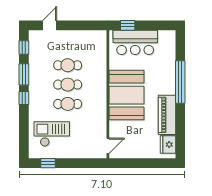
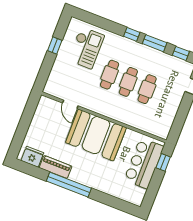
window: (180, 82) -> (69, 185), moved
piano: (167, 115) -> (56, 167), width x0.73, depth x0.75
door: (108, 146) -> (70, 104), moved
window: (48, 163) -> (55, 46), moved

